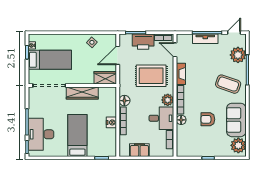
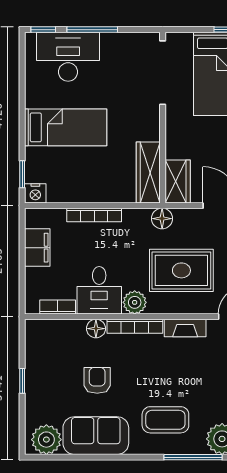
rug: (151, 76) -> (181, 270), turned 90
coffee table: (228, 84) -> (165, 420), turned 71
wardrobe: (82, 93) -> (148, 172), moved
floor lamp: (124, 101) -> (162, 219), moved
nightstand: (111, 122) -> (35, 193), moved

